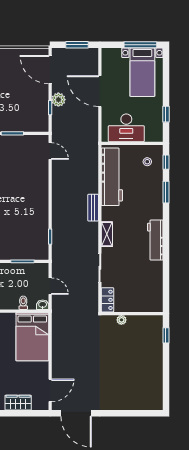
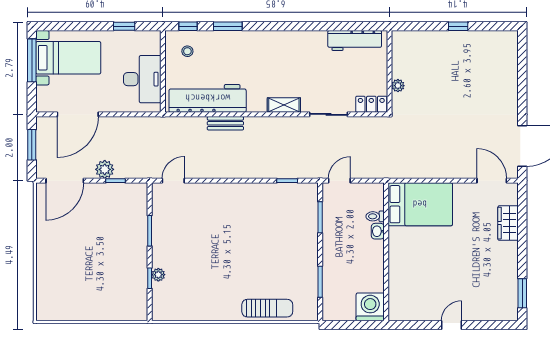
door: (100, 91) -> (78, 114), moved
bench: (93, 208) -> (225, 123), moved
workbench: (155, 240) -> (355, 40), moved
door: (50, 286) -> (339, 181), moved
washbasin: (43, 305) -> (378, 231), moved
window: (166, 335) -> (458, 26), moved

